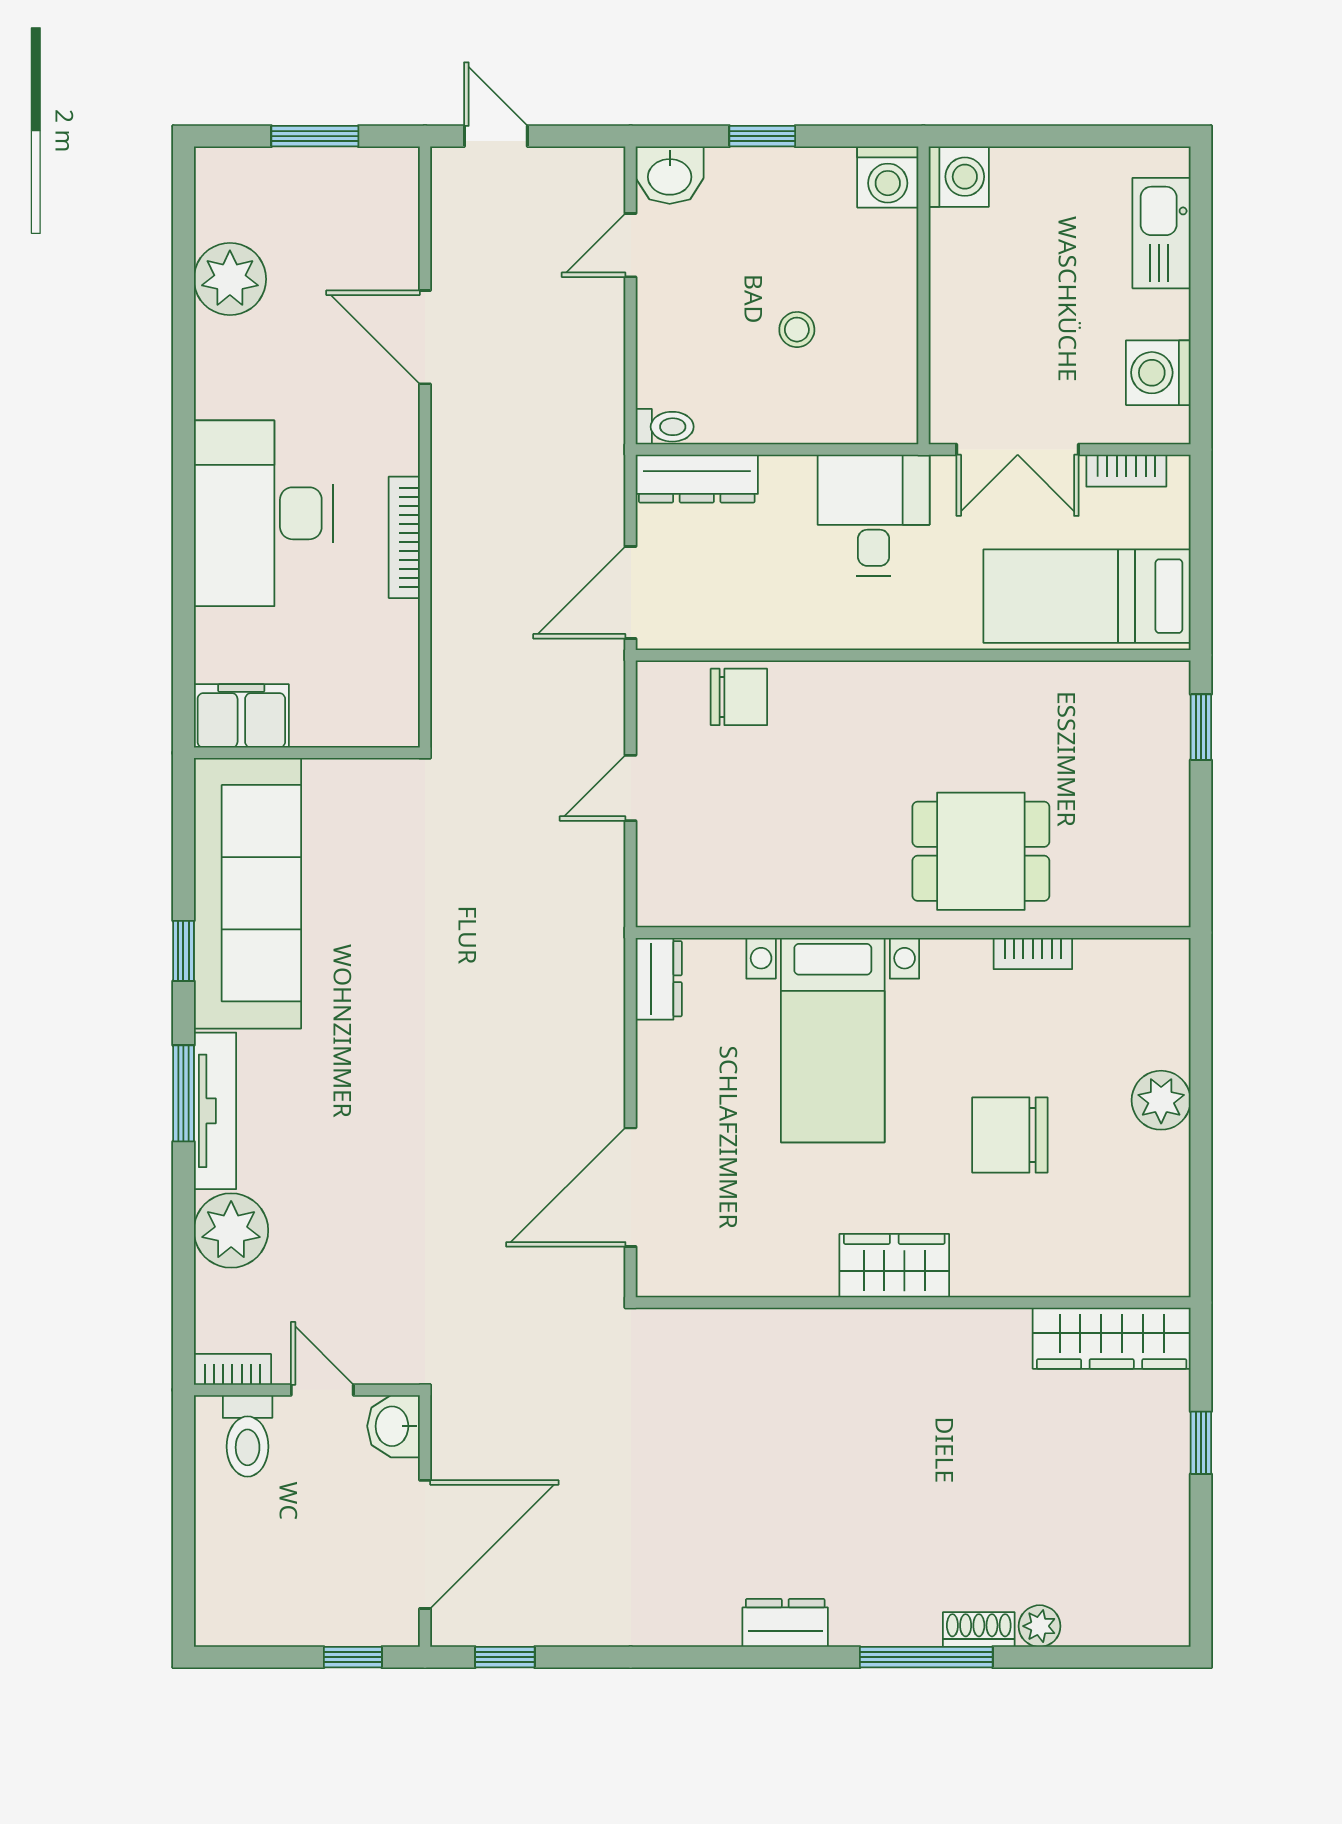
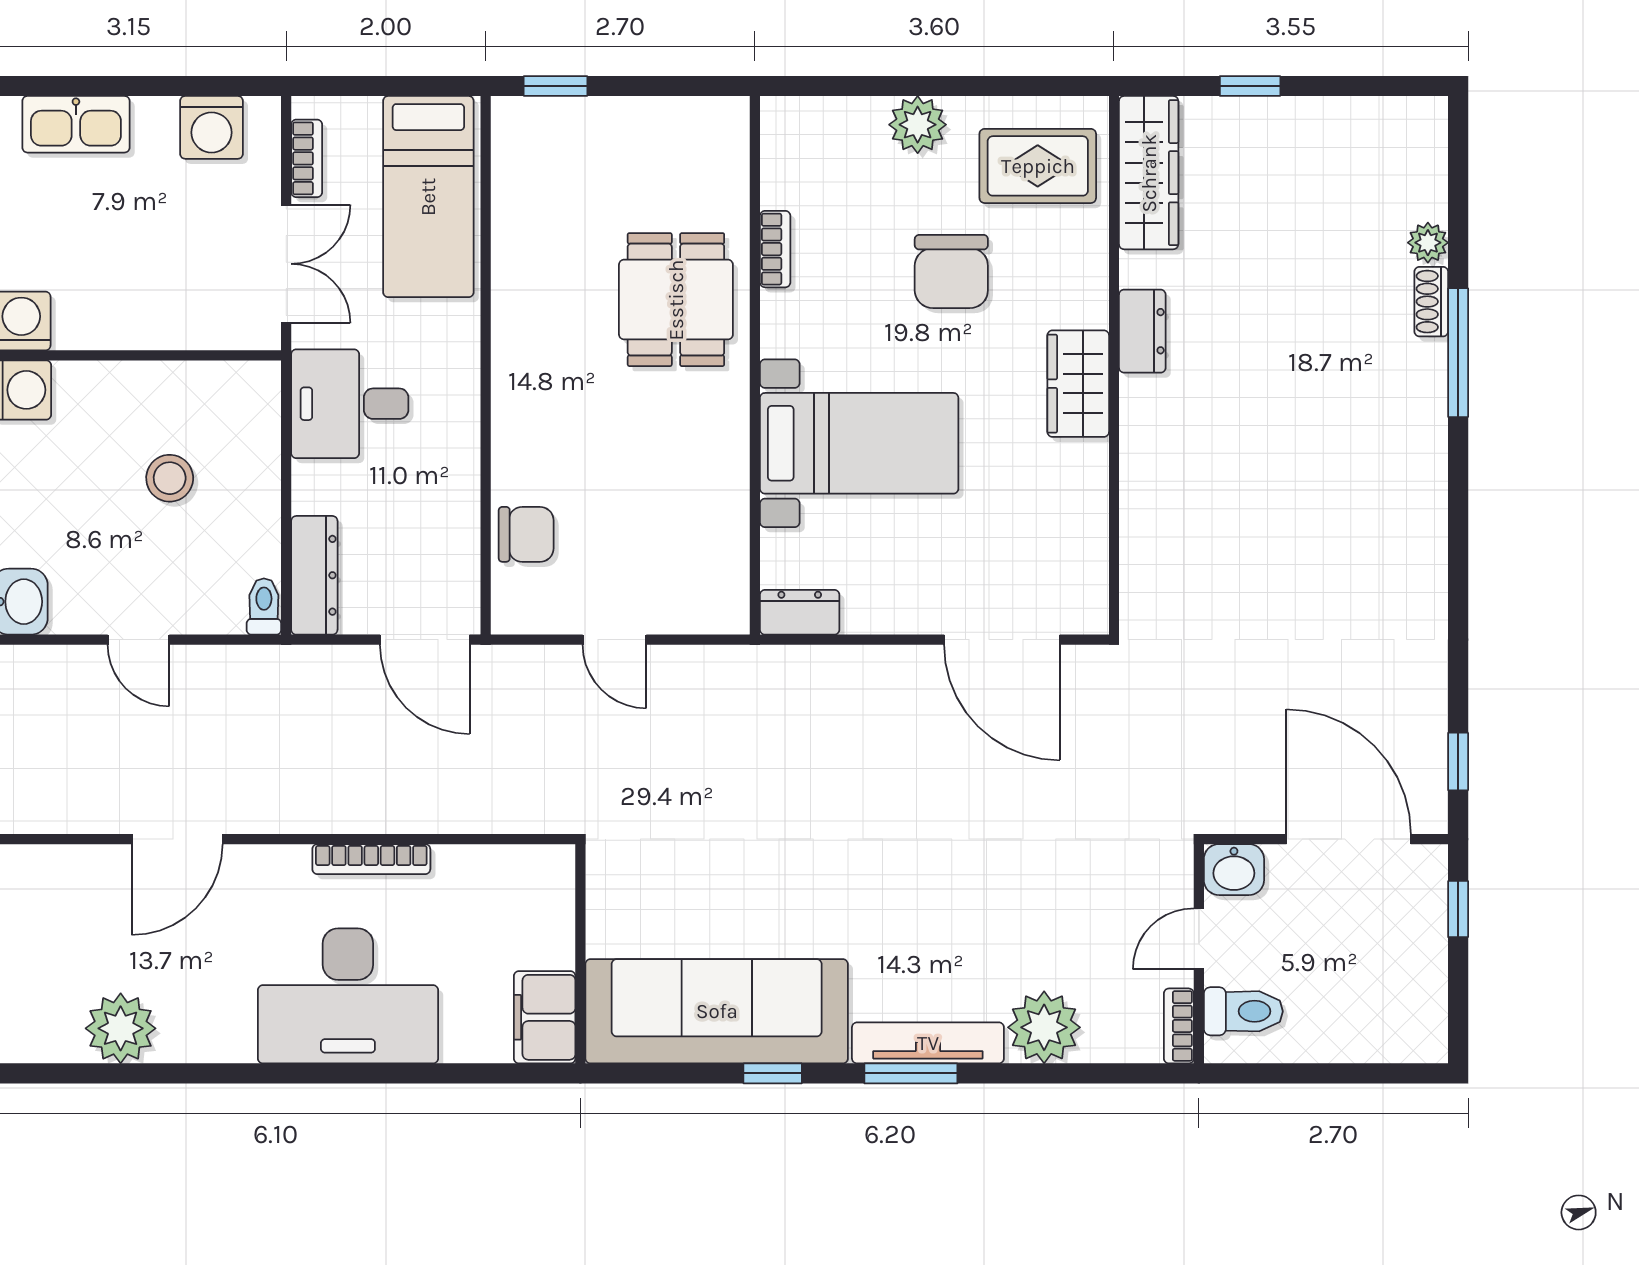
door: (631, 245) -> (138, 640), moved
stool: (797, 330) -> (170, 478), width x1.37, depth x1.37
chair: (739, 697) -> (526, 534), turned 90
rug: (1119, 1224) -> (1038, 166), added
dresser: (785, 1623) -> (1142, 331), moved, turned 180

